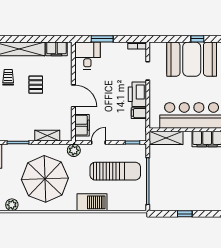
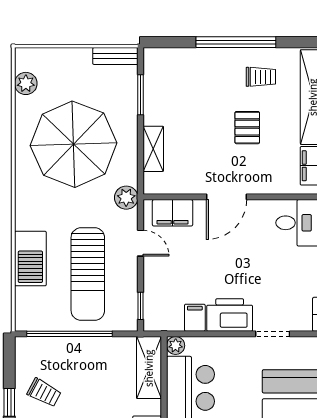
pallet: (36, 85) -> (247, 128), turned 90
plant: (154, 124) -> (176, 346), added
trolley: (180, 195) -> (44, 393), added
barbecue: (92, 202) -> (30, 259), moved

